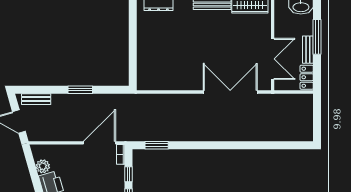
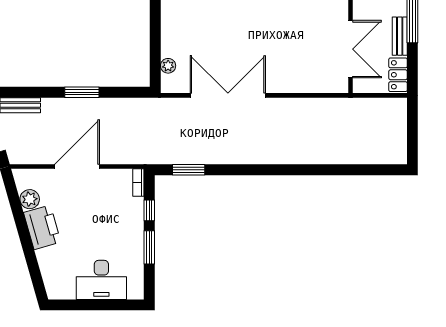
plant: (142, 71) -> (168, 66), added
double door: (230, 92) -> (228, 95), moved
door: (99, 143) -> (77, 166), moved

